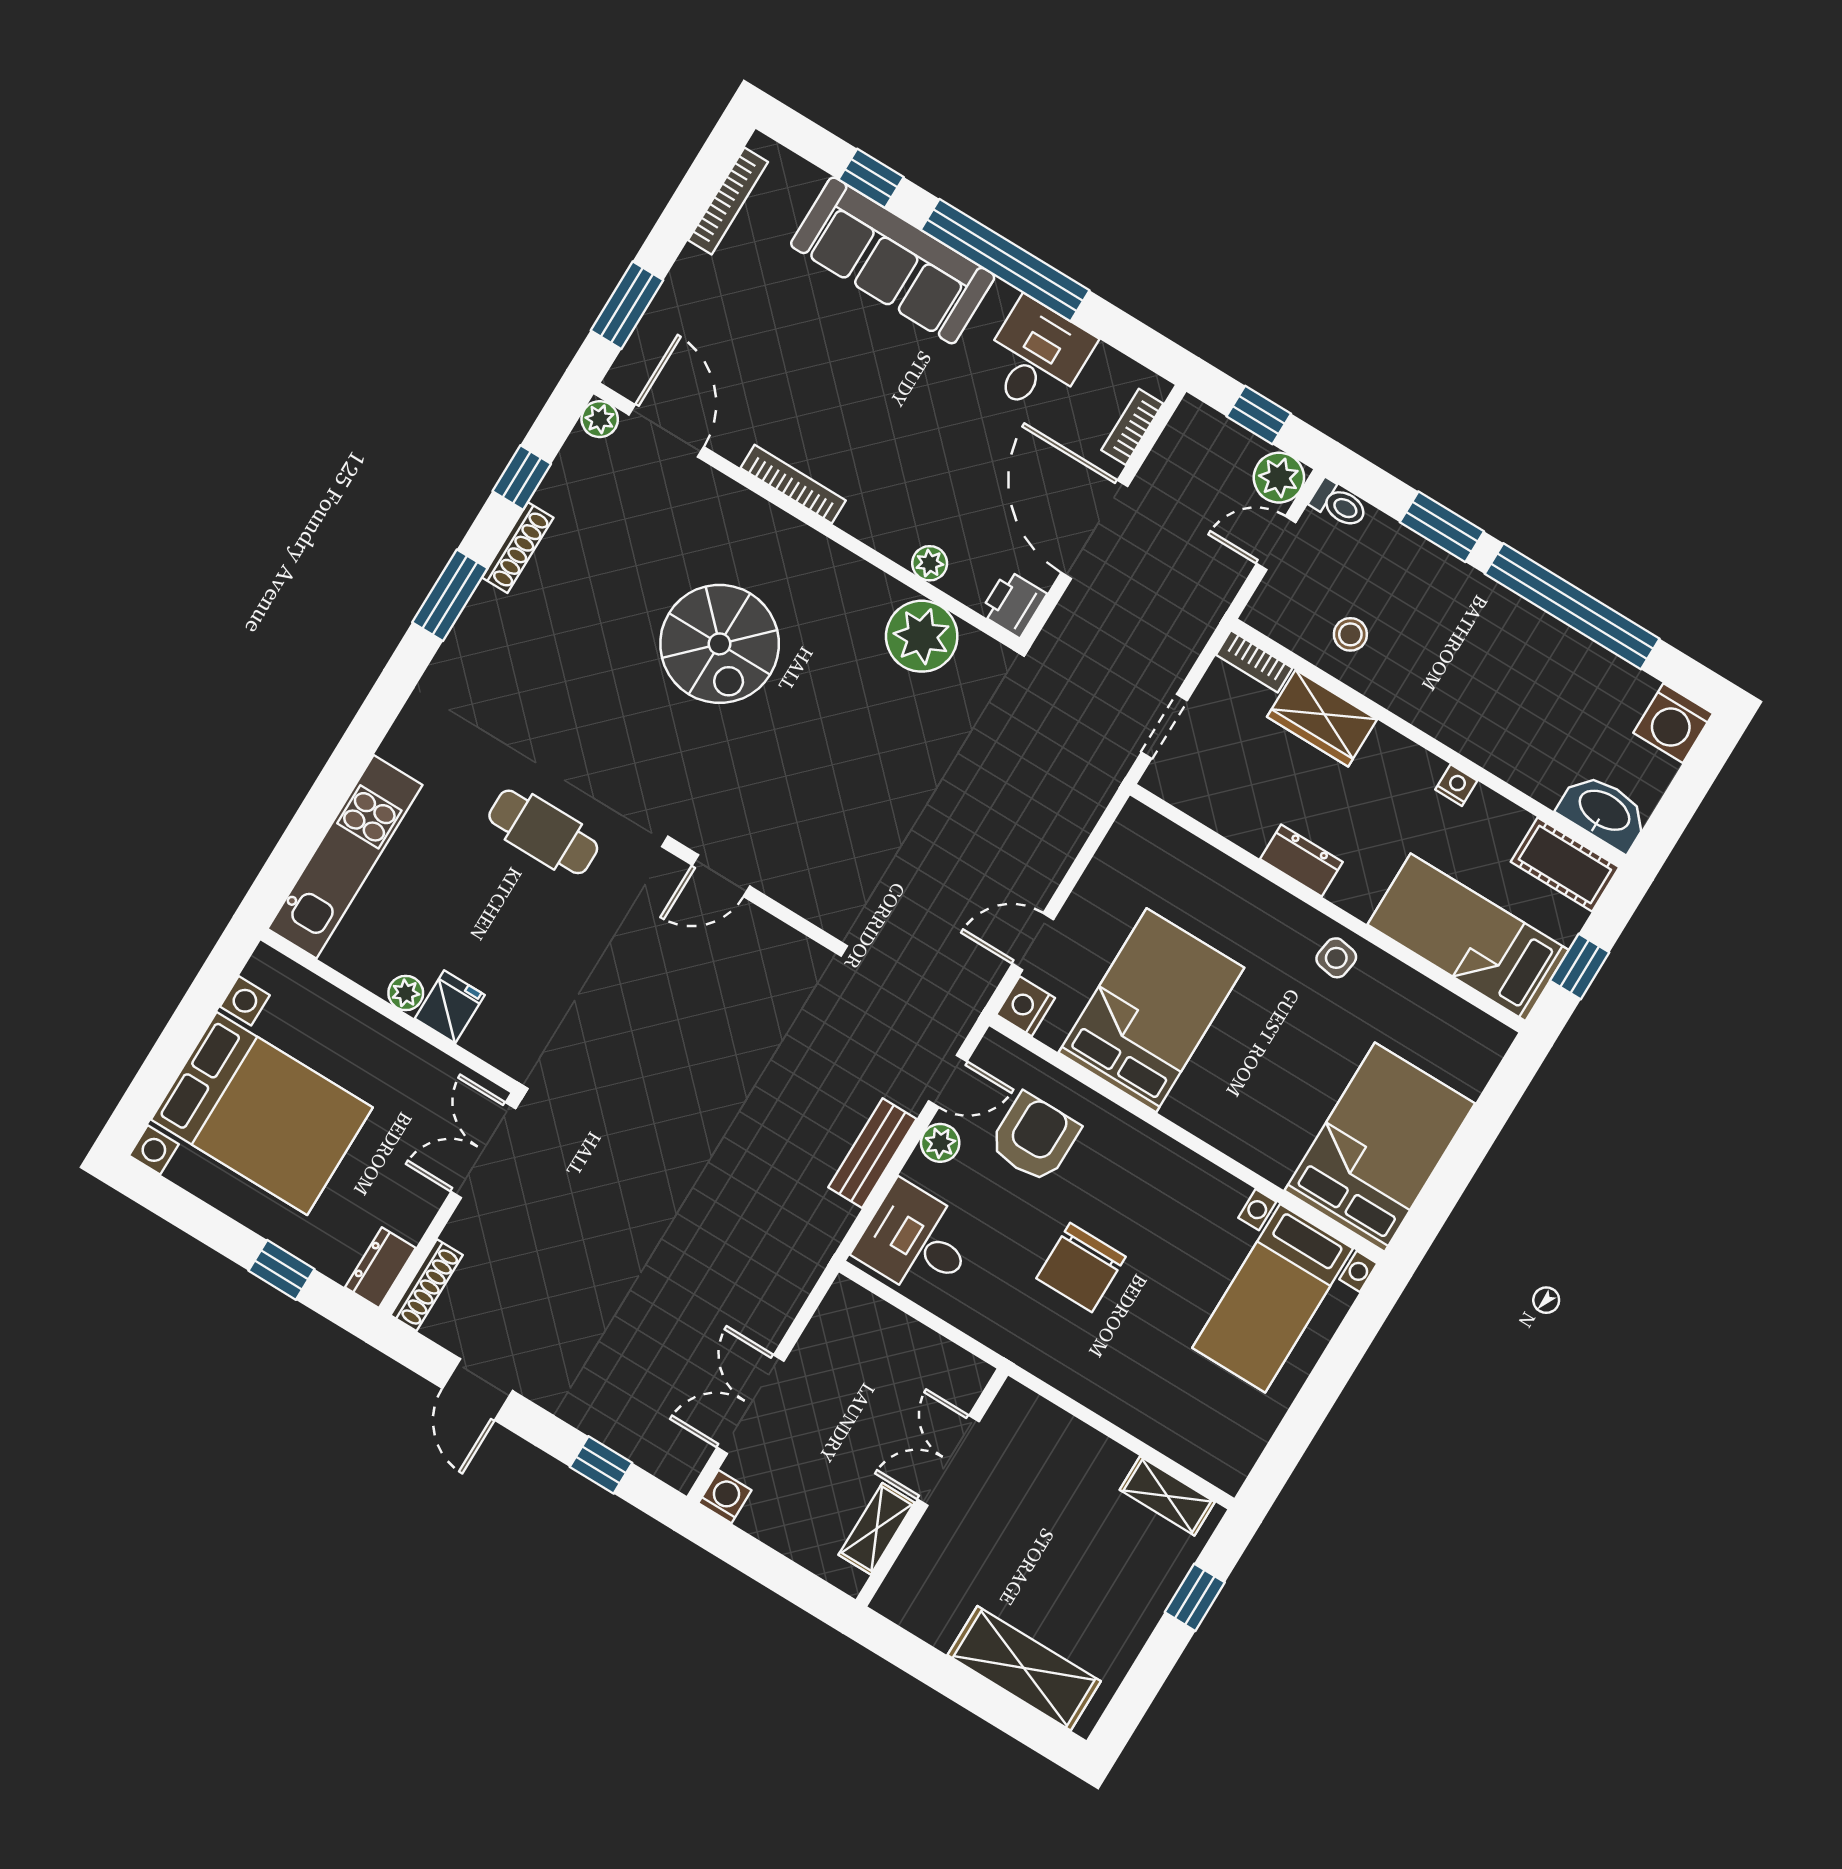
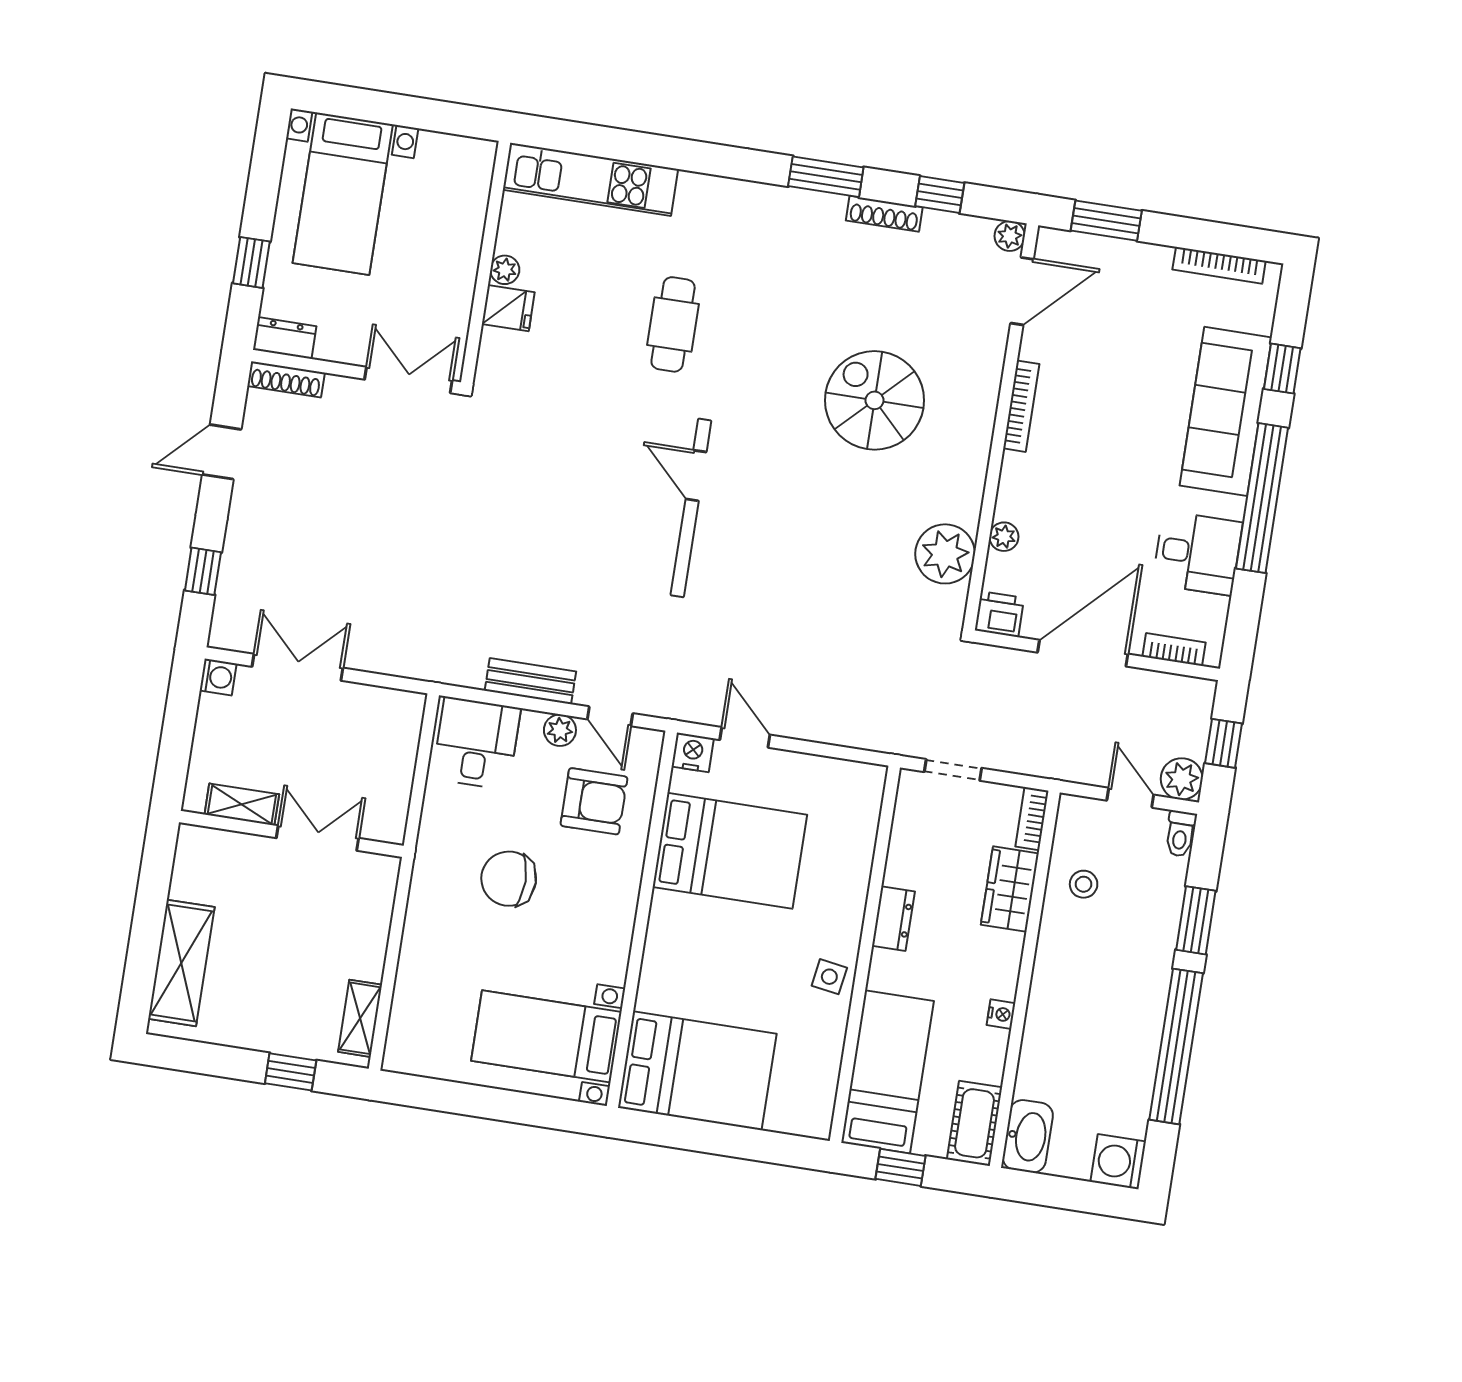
spiral stairs: (720, 644) -> (875, 400), turned 90
bed with nightstands: (262, 1114) -> (343, 194), width x0.73

